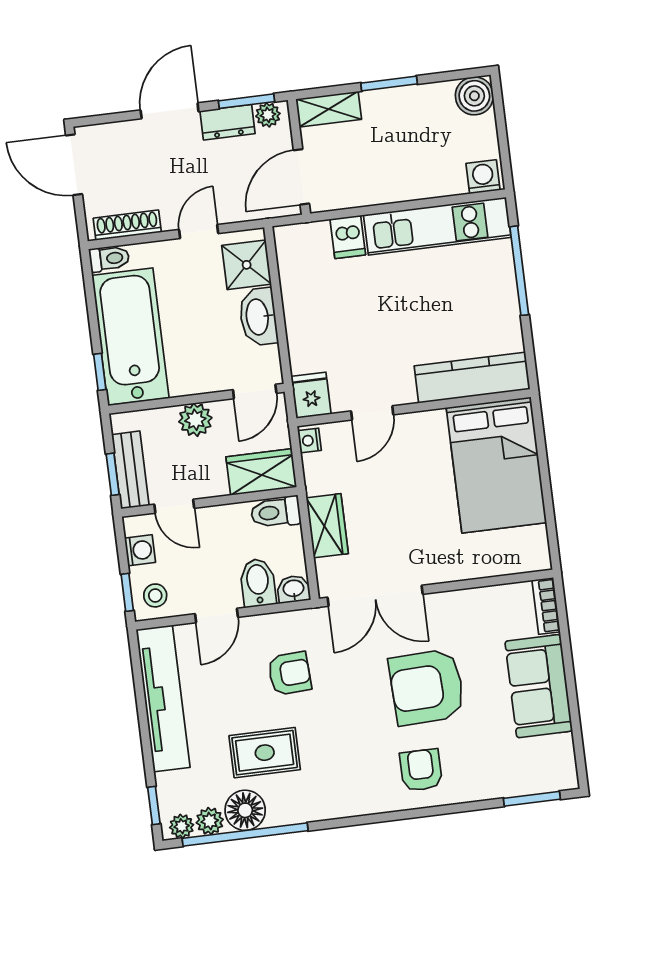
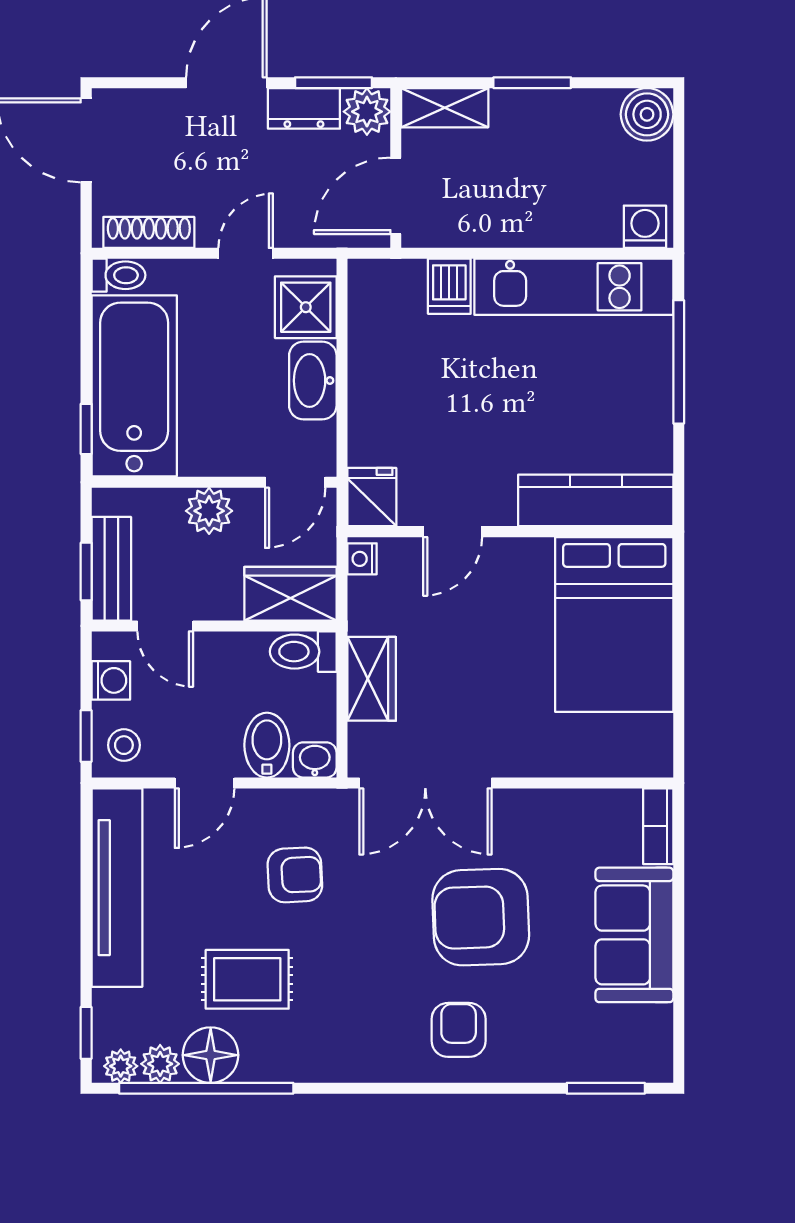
plant: (268, 115) -> (367, 112), width x1.38, depth x1.38

